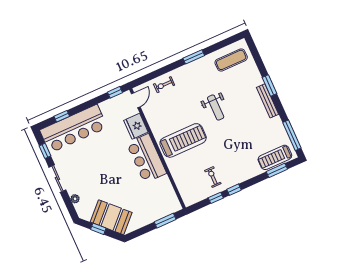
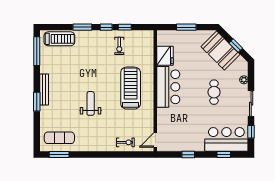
window: (194, 57) -> (59, 155), moved
window: (115, 92) -> (188, 155), moved
fridge: (136, 126) -> (165, 56), moved
bar counter: (74, 129) -> (226, 139), width x0.73
treadmill: (183, 140) -> (131, 88), turned 90
window: (277, 170) -> (82, 27), moved
cafe table: (99, 173) -> (214, 92), added
window: (165, 221) -> (186, 27), moved

